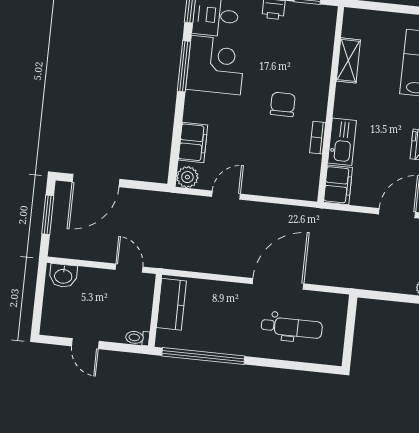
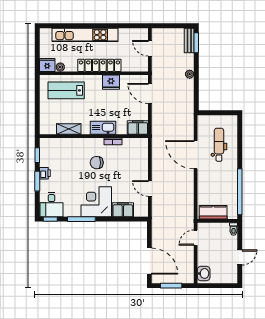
corner desk: (216, 65) -> (96, 202), moved
kitchen sink: (342, 142) -> (103, 128), moved
plant: (187, 177) -> (142, 211), removed

